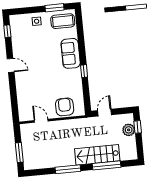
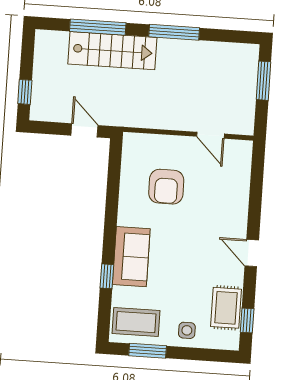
rug: (19, 36) -> (226, 308), added
window: (84, 71) -> (107, 276), moved
armchair: (65, 107) -> (166, 187), moved
door: (105, 113) -> (84, 130), swing flipped
plant: (129, 130) -> (43, 89), removed

